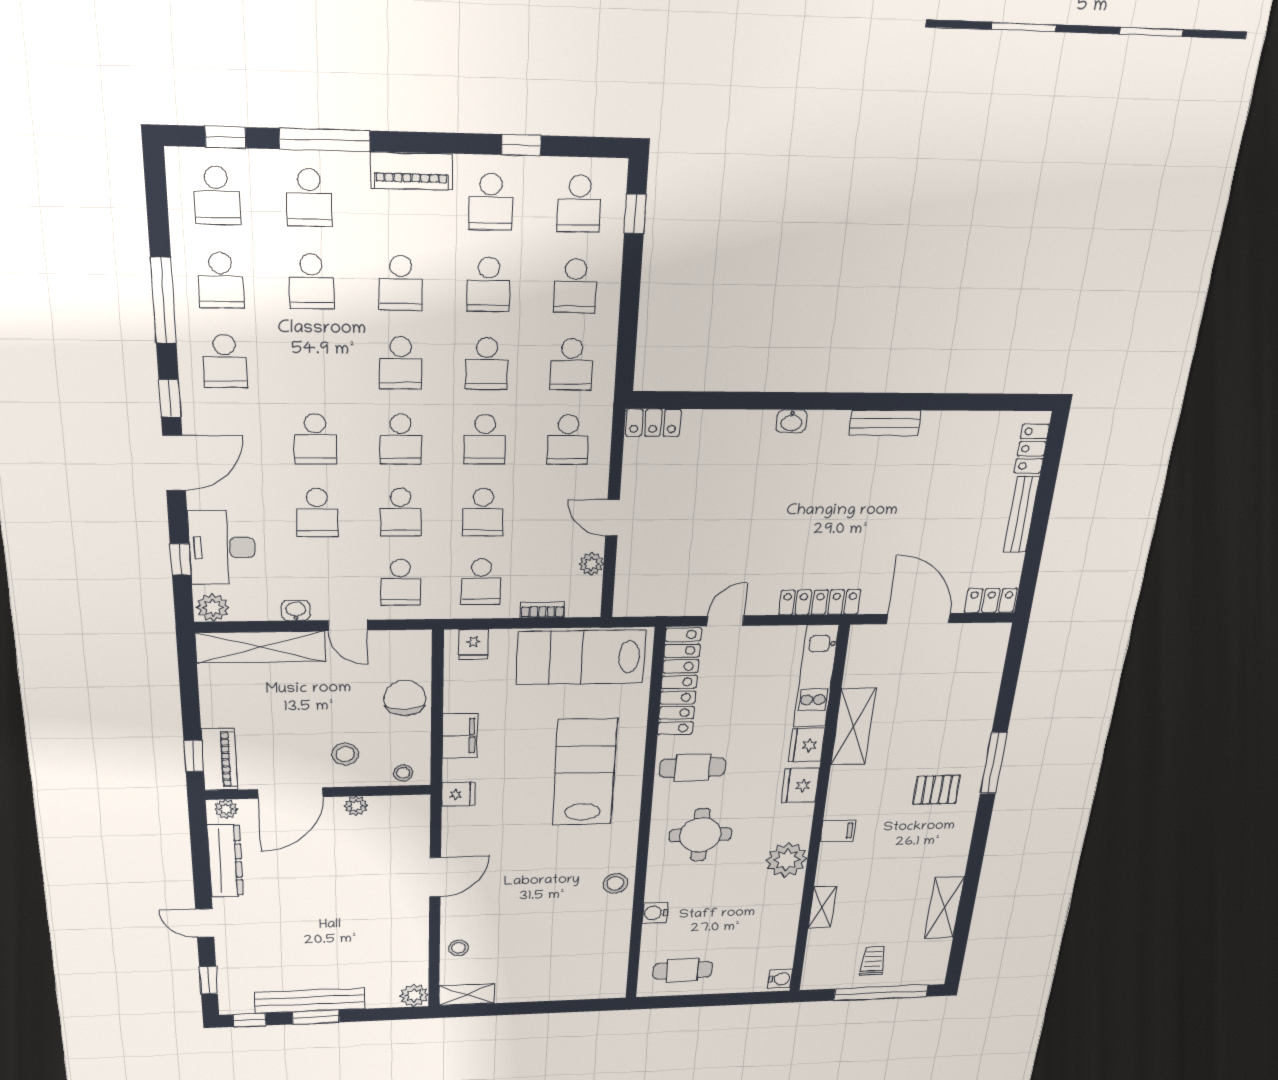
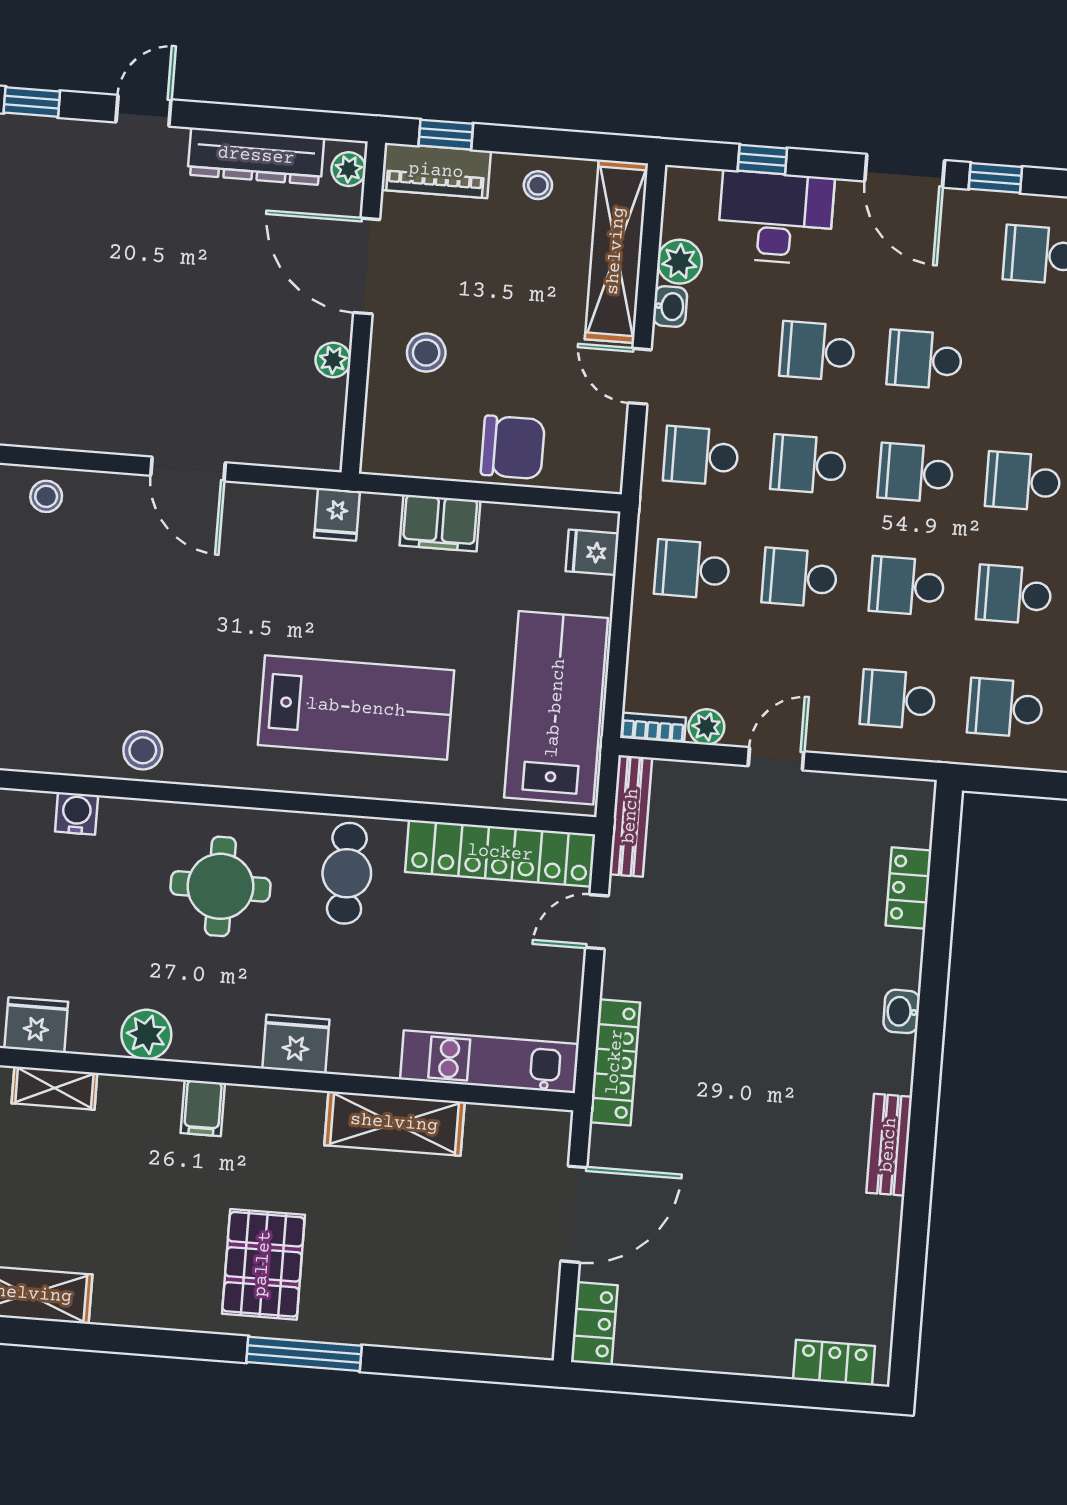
locker: (653, 423) -> (909, 888), moved
bench: (1022, 515) -> (631, 816), moved, turned 90
plant: (213, 608) -> (680, 262), moved
bookcase: (543, 610) -> (653, 728), moved, turned -90
door: (725, 621) -> (597, 922), swing flipped
door: (348, 625) -> (640, 376), hinge flipped
fridge: (807, 745) -> (36, 1025), moved
stool: (403, 773) -> (538, 185), moved
pallet: (937, 790) -> (263, 1264), width x1.50, depth x1.42
plant: (787, 860) -> (146, 1035), width x0.73, depth x0.73

